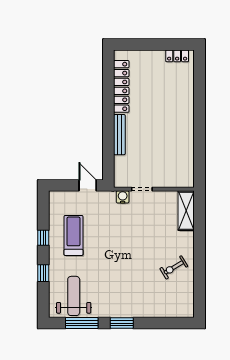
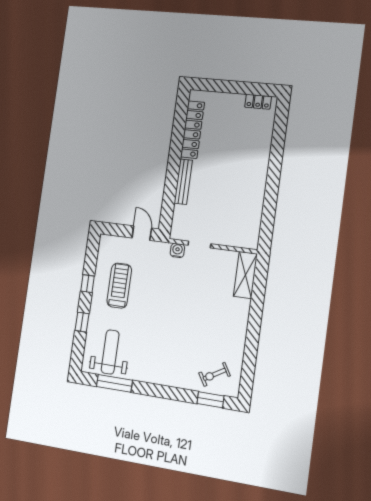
exercise bike: (174, 267) -> (215, 374), moved
window: (122, 323) -> (210, 400), moved

